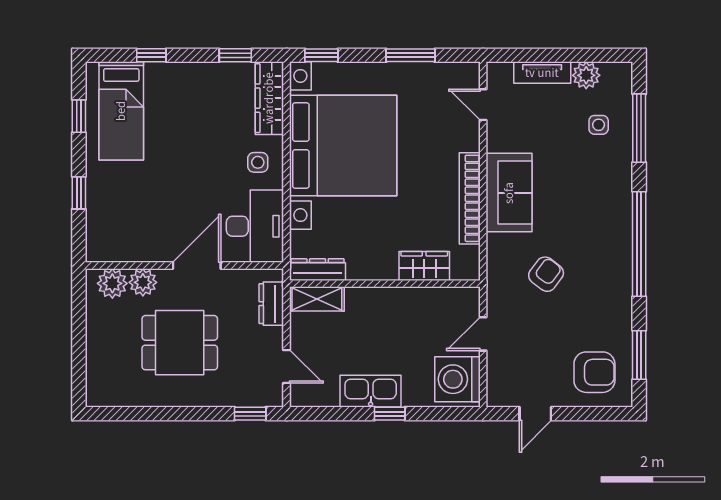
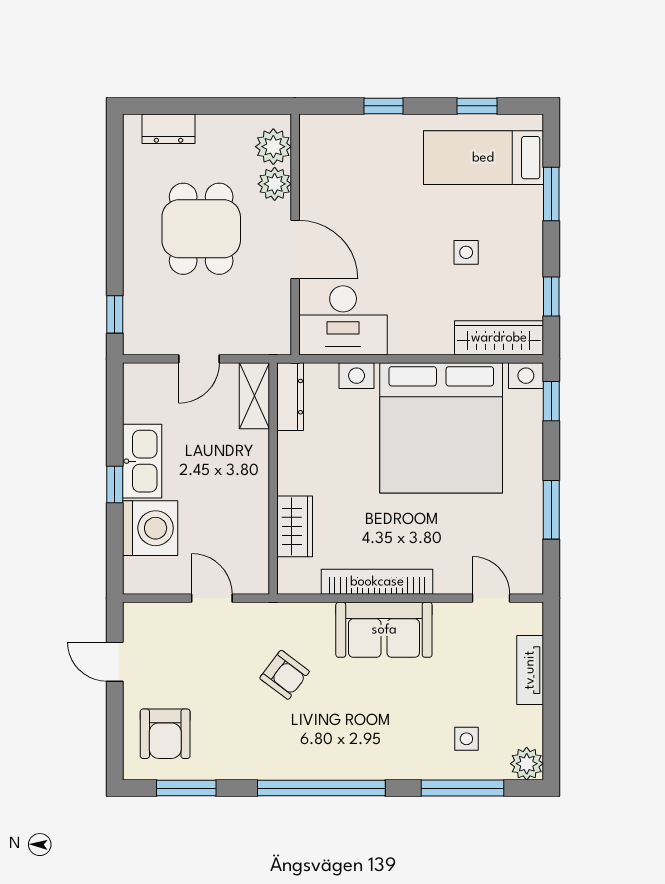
window: (151, 55) -> (551, 194), width x1.50
plant: (586, 75) -> (527, 764), moved
door: (483, 105) -> (491, 598), hinge flipped
side table: (258, 162) -> (466, 252), moved
dresser: (271, 304) -> (169, 129), moved, turned 180
door: (287, 366) -> (199, 359), moved
washing machine: (457, 379) -> (150, 528), moved, turned 90

